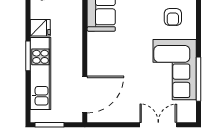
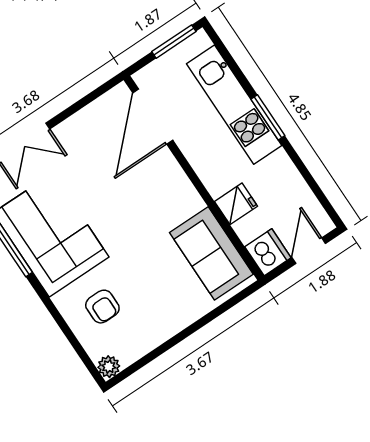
armchair: (173, 17) -> (102, 307), turned 180
fridge: (40, 28) -> (236, 204), moved, turned 180

